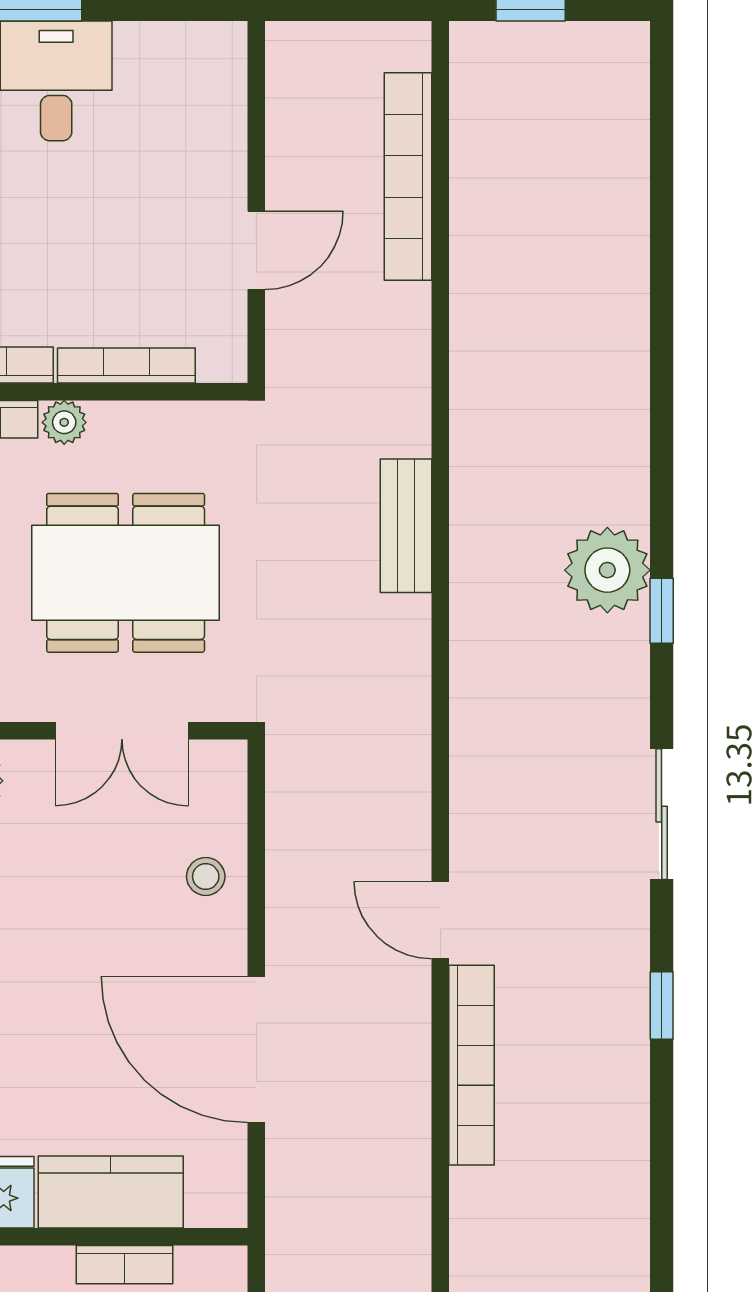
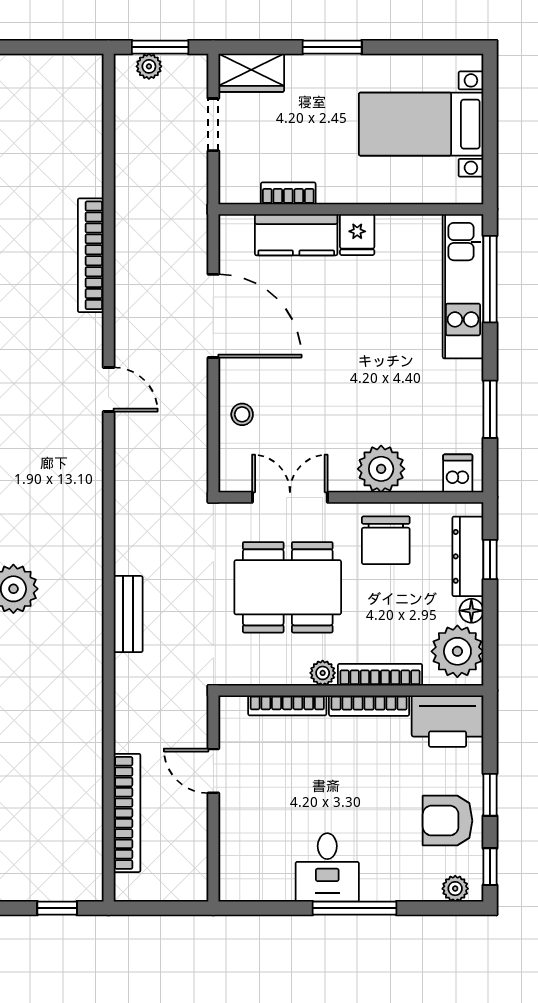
door: (256, 250) -> (213, 771), hinge flipped
bookcase: (472, 1065) -> (91, 255), moved

